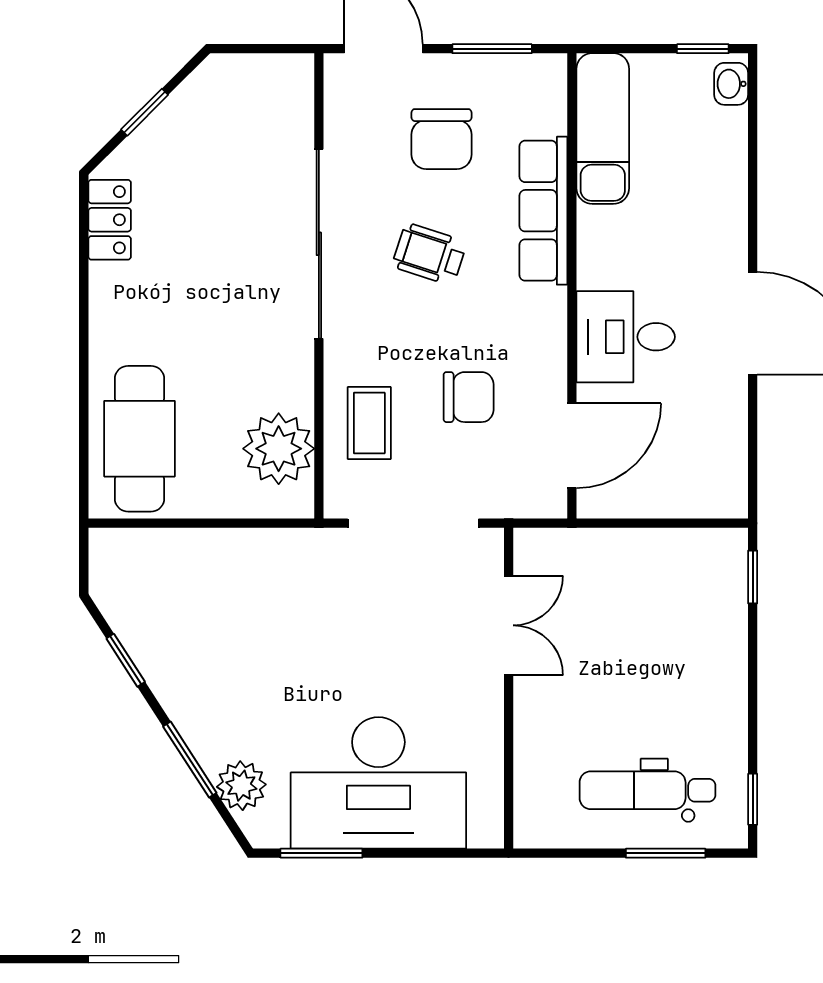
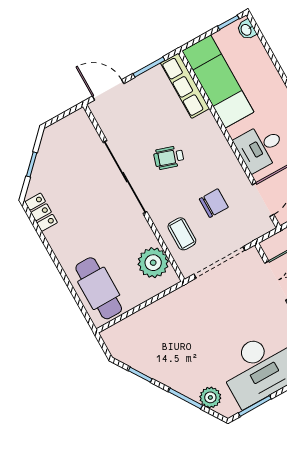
exam couch: (603, 129) -> (218, 81), width x1.36, depth x1.45
chair: (442, 139) -> (149, 112), removed
row of seats: (543, 211) -> (185, 86), moved

